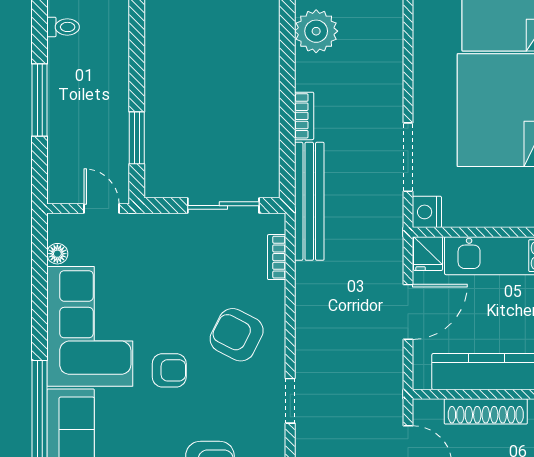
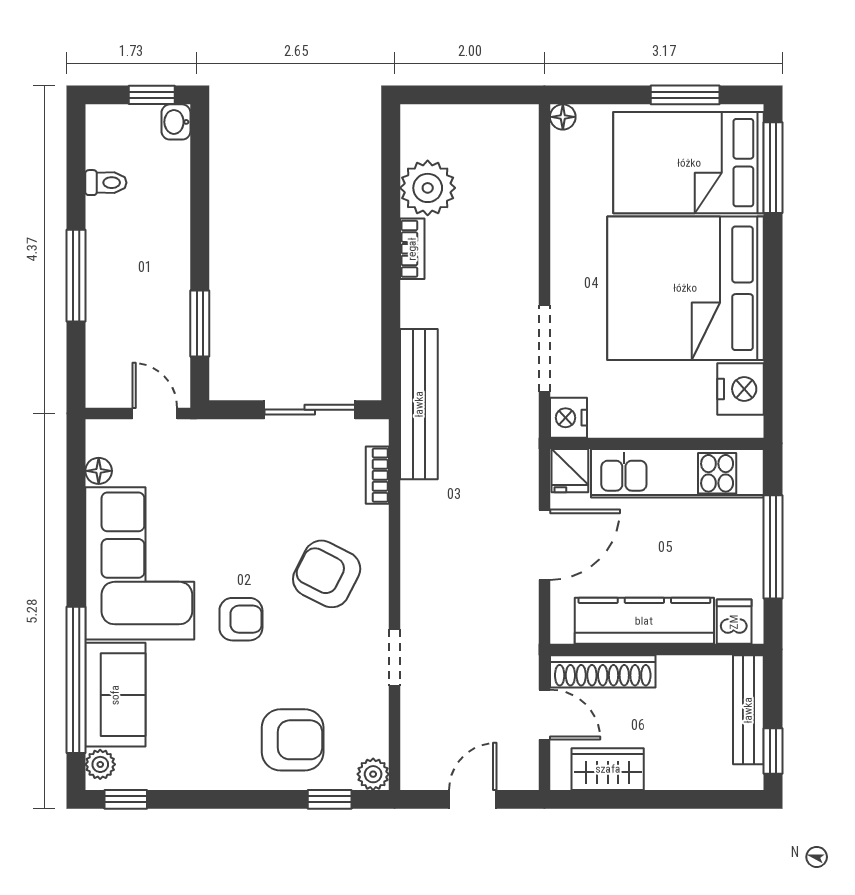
bookcase: (304, 116) -> (412, 249), moved
shoe rack: (486, 411) -> (603, 671), moved

